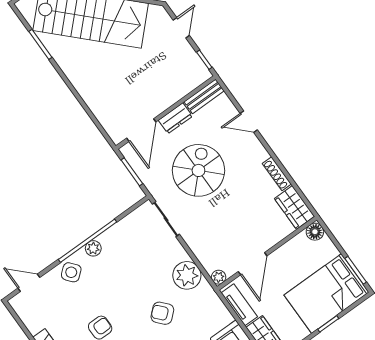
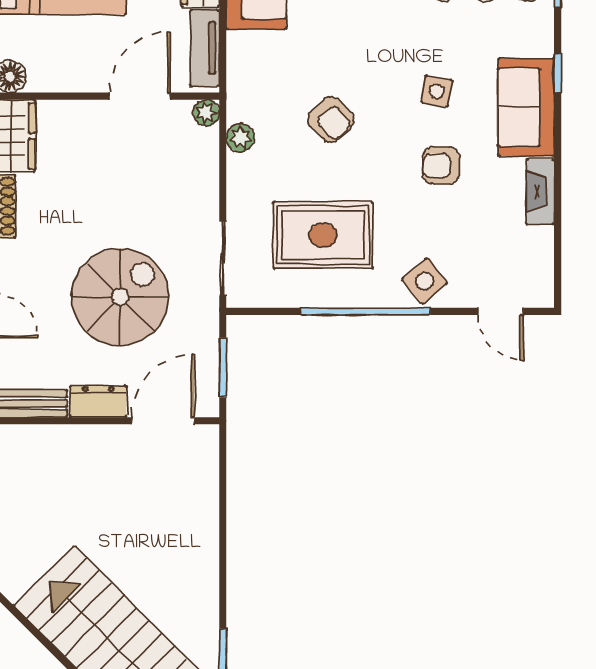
spiral stairs: (198, 170) -> (120, 297), turned 180
plant: (93, 248) -> (365, 293), removed
rug: (130, 261) -> (323, 235), added
plant: (187, 275) -> (240, 138), width x0.53, depth x0.53

